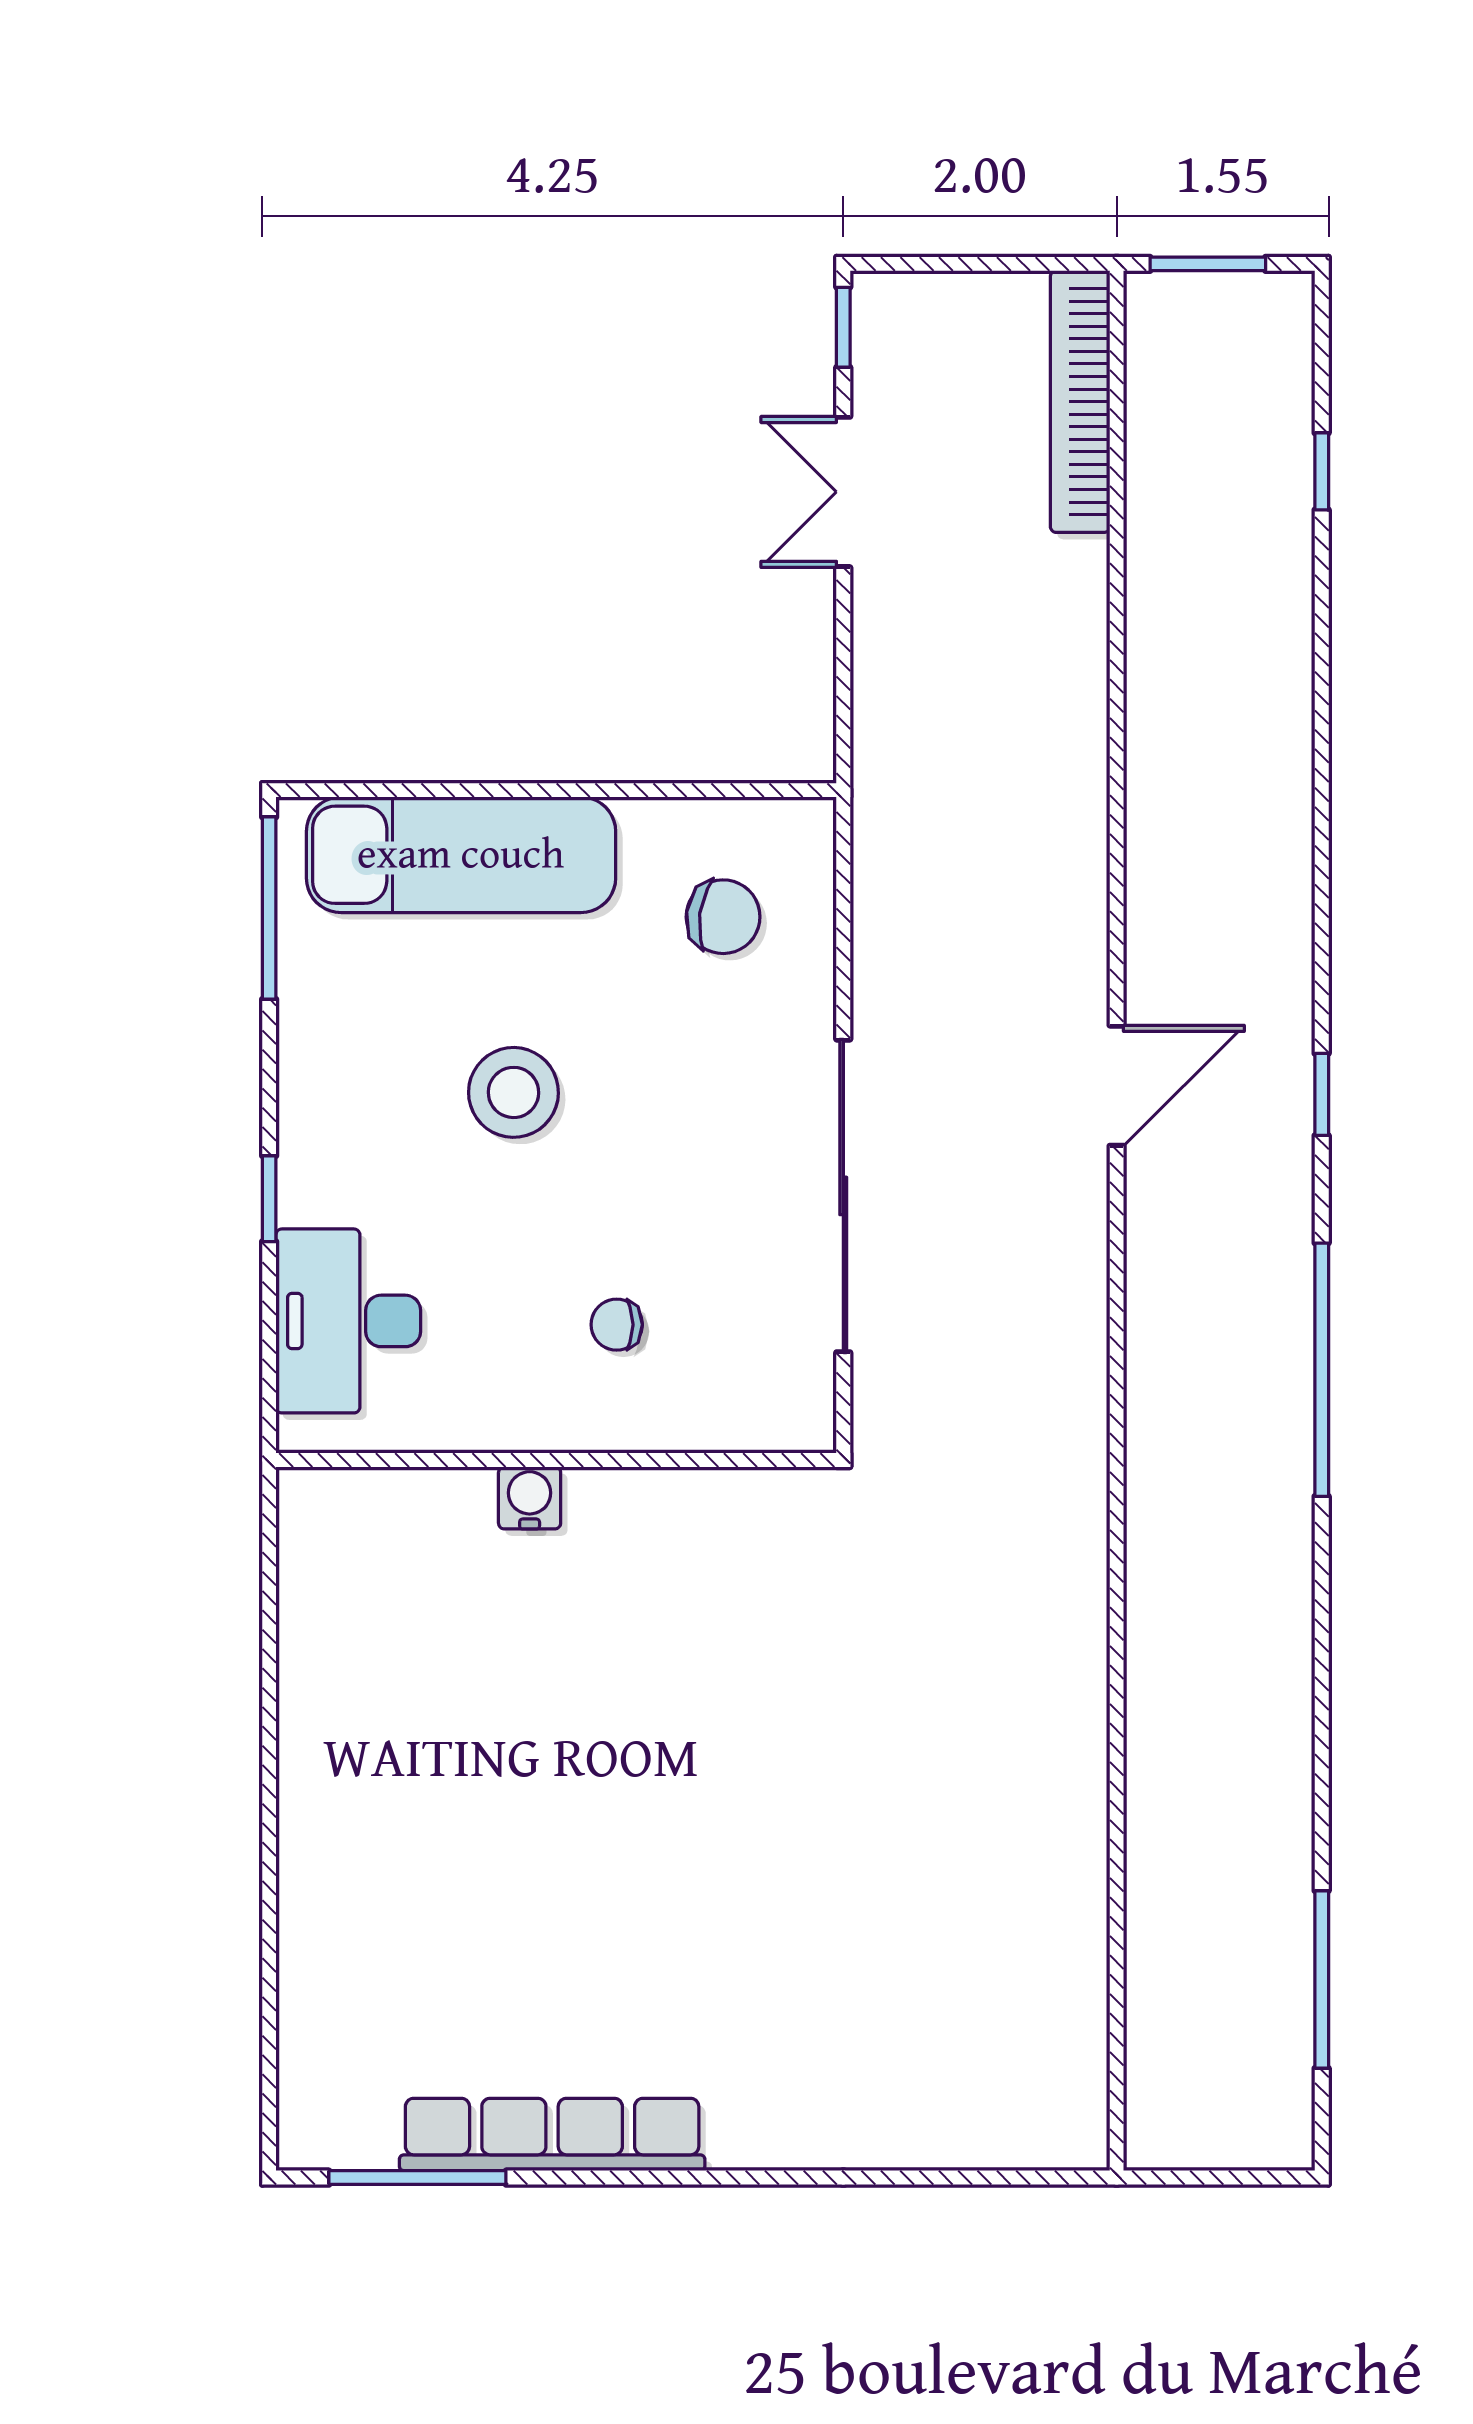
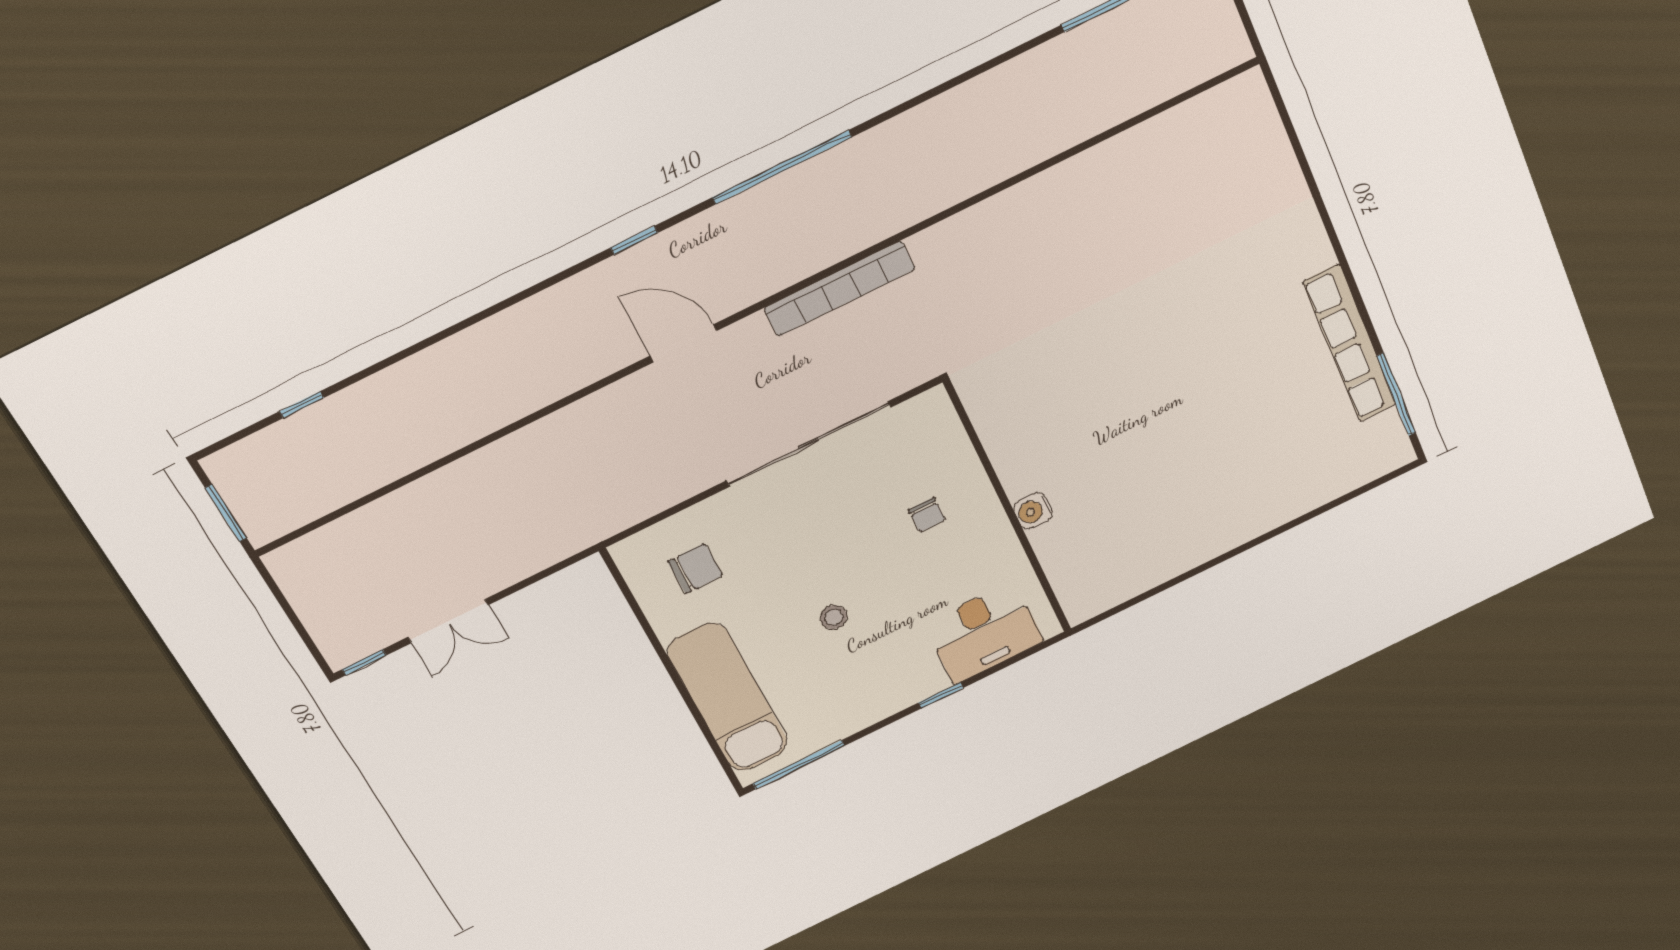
bookcase: (1080, 402) -> (839, 289), moved
chair: (723, 917) -> (695, 569), turned 82
stool: (513, 1092) -> (834, 617), width x0.53, depth x0.53

